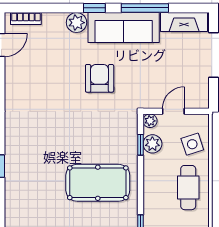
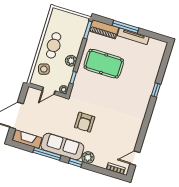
plant: (152, 144) -> (71, 61), moved

